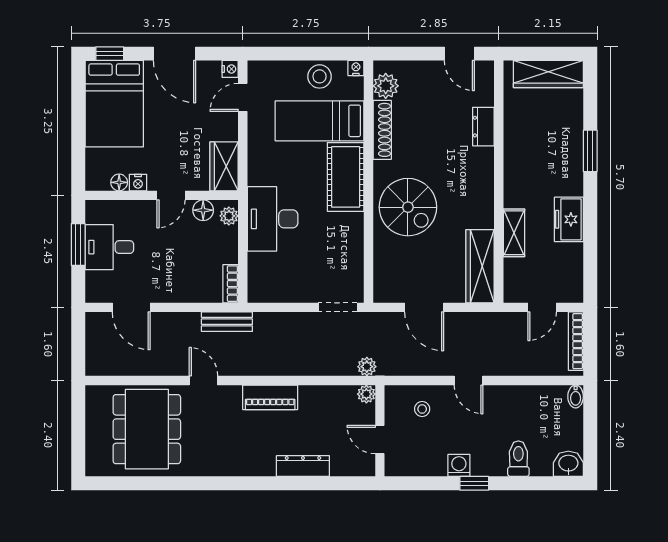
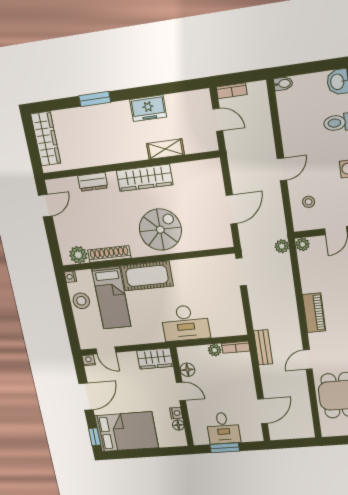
plant: (229, 216) -> (215, 350), moved
wardrobe: (480, 266) -> (145, 178), moved
bookcase: (576, 341) -> (232, 91), width x0.64

